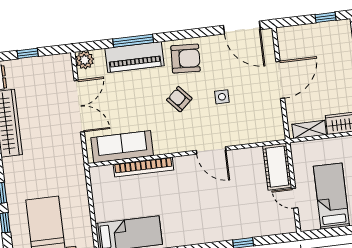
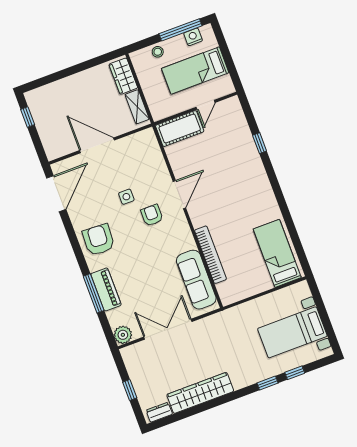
piano: (134, 57) -> (106, 289), width x0.73, depth x0.75
armchair: (179, 99) -> (152, 215), moved, turned 132

